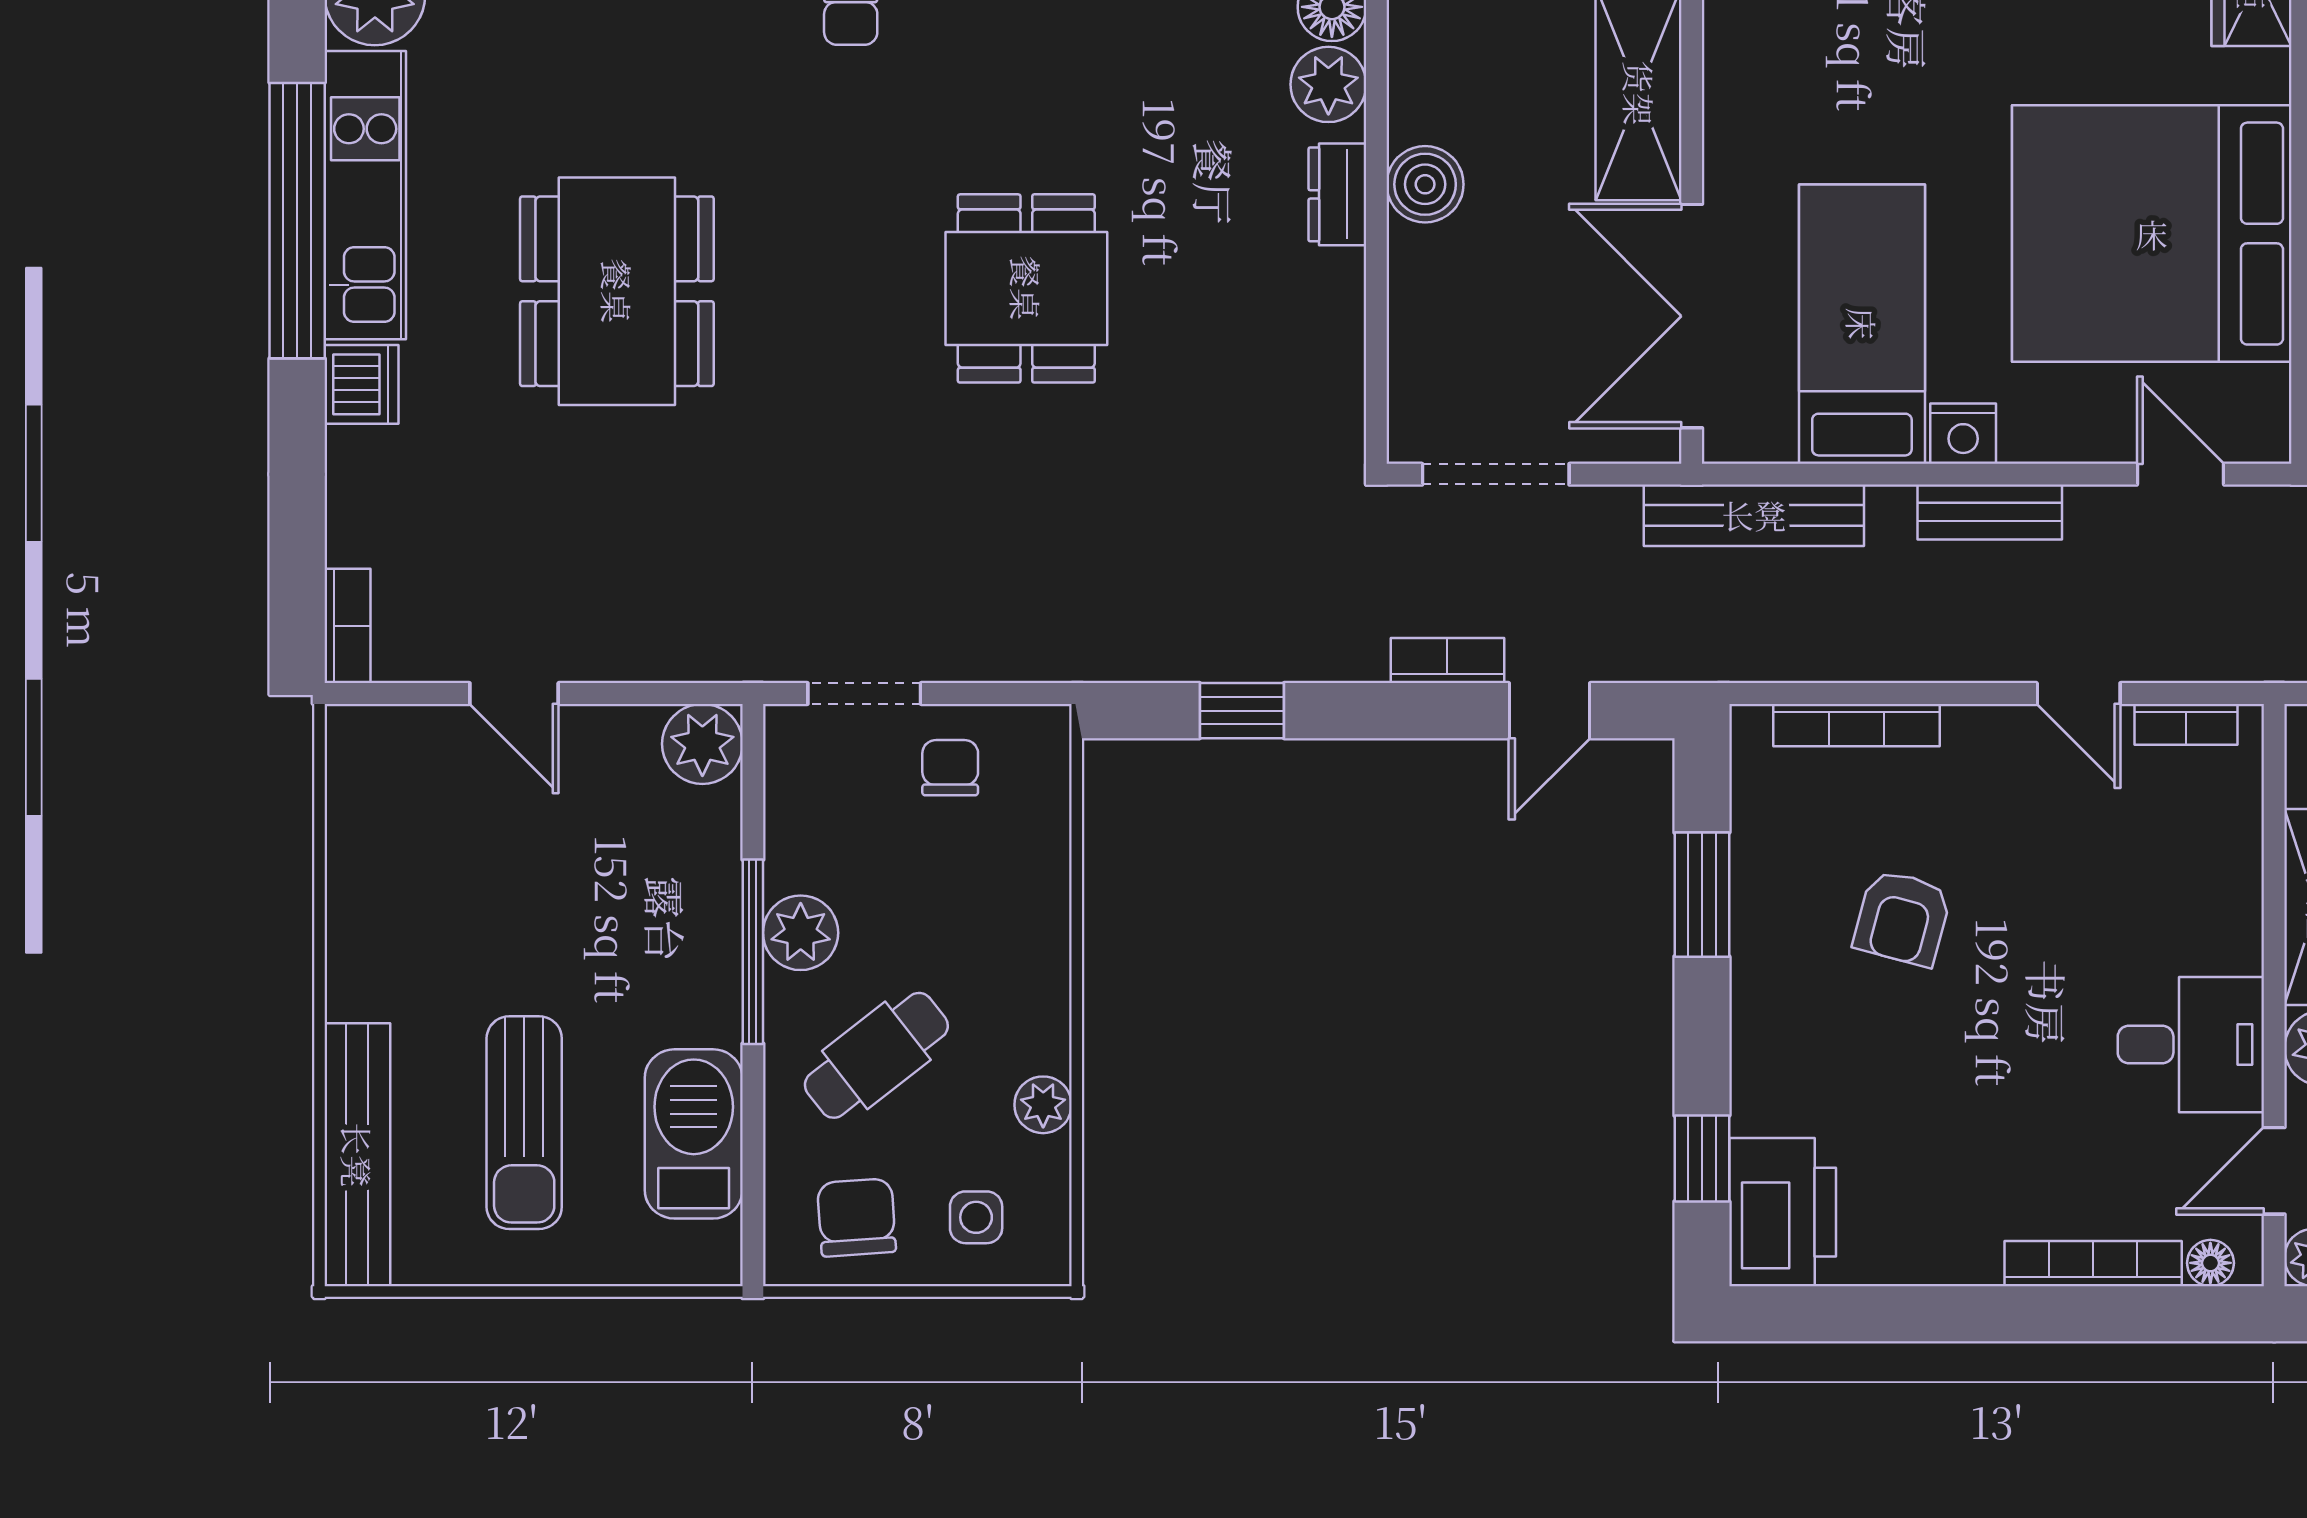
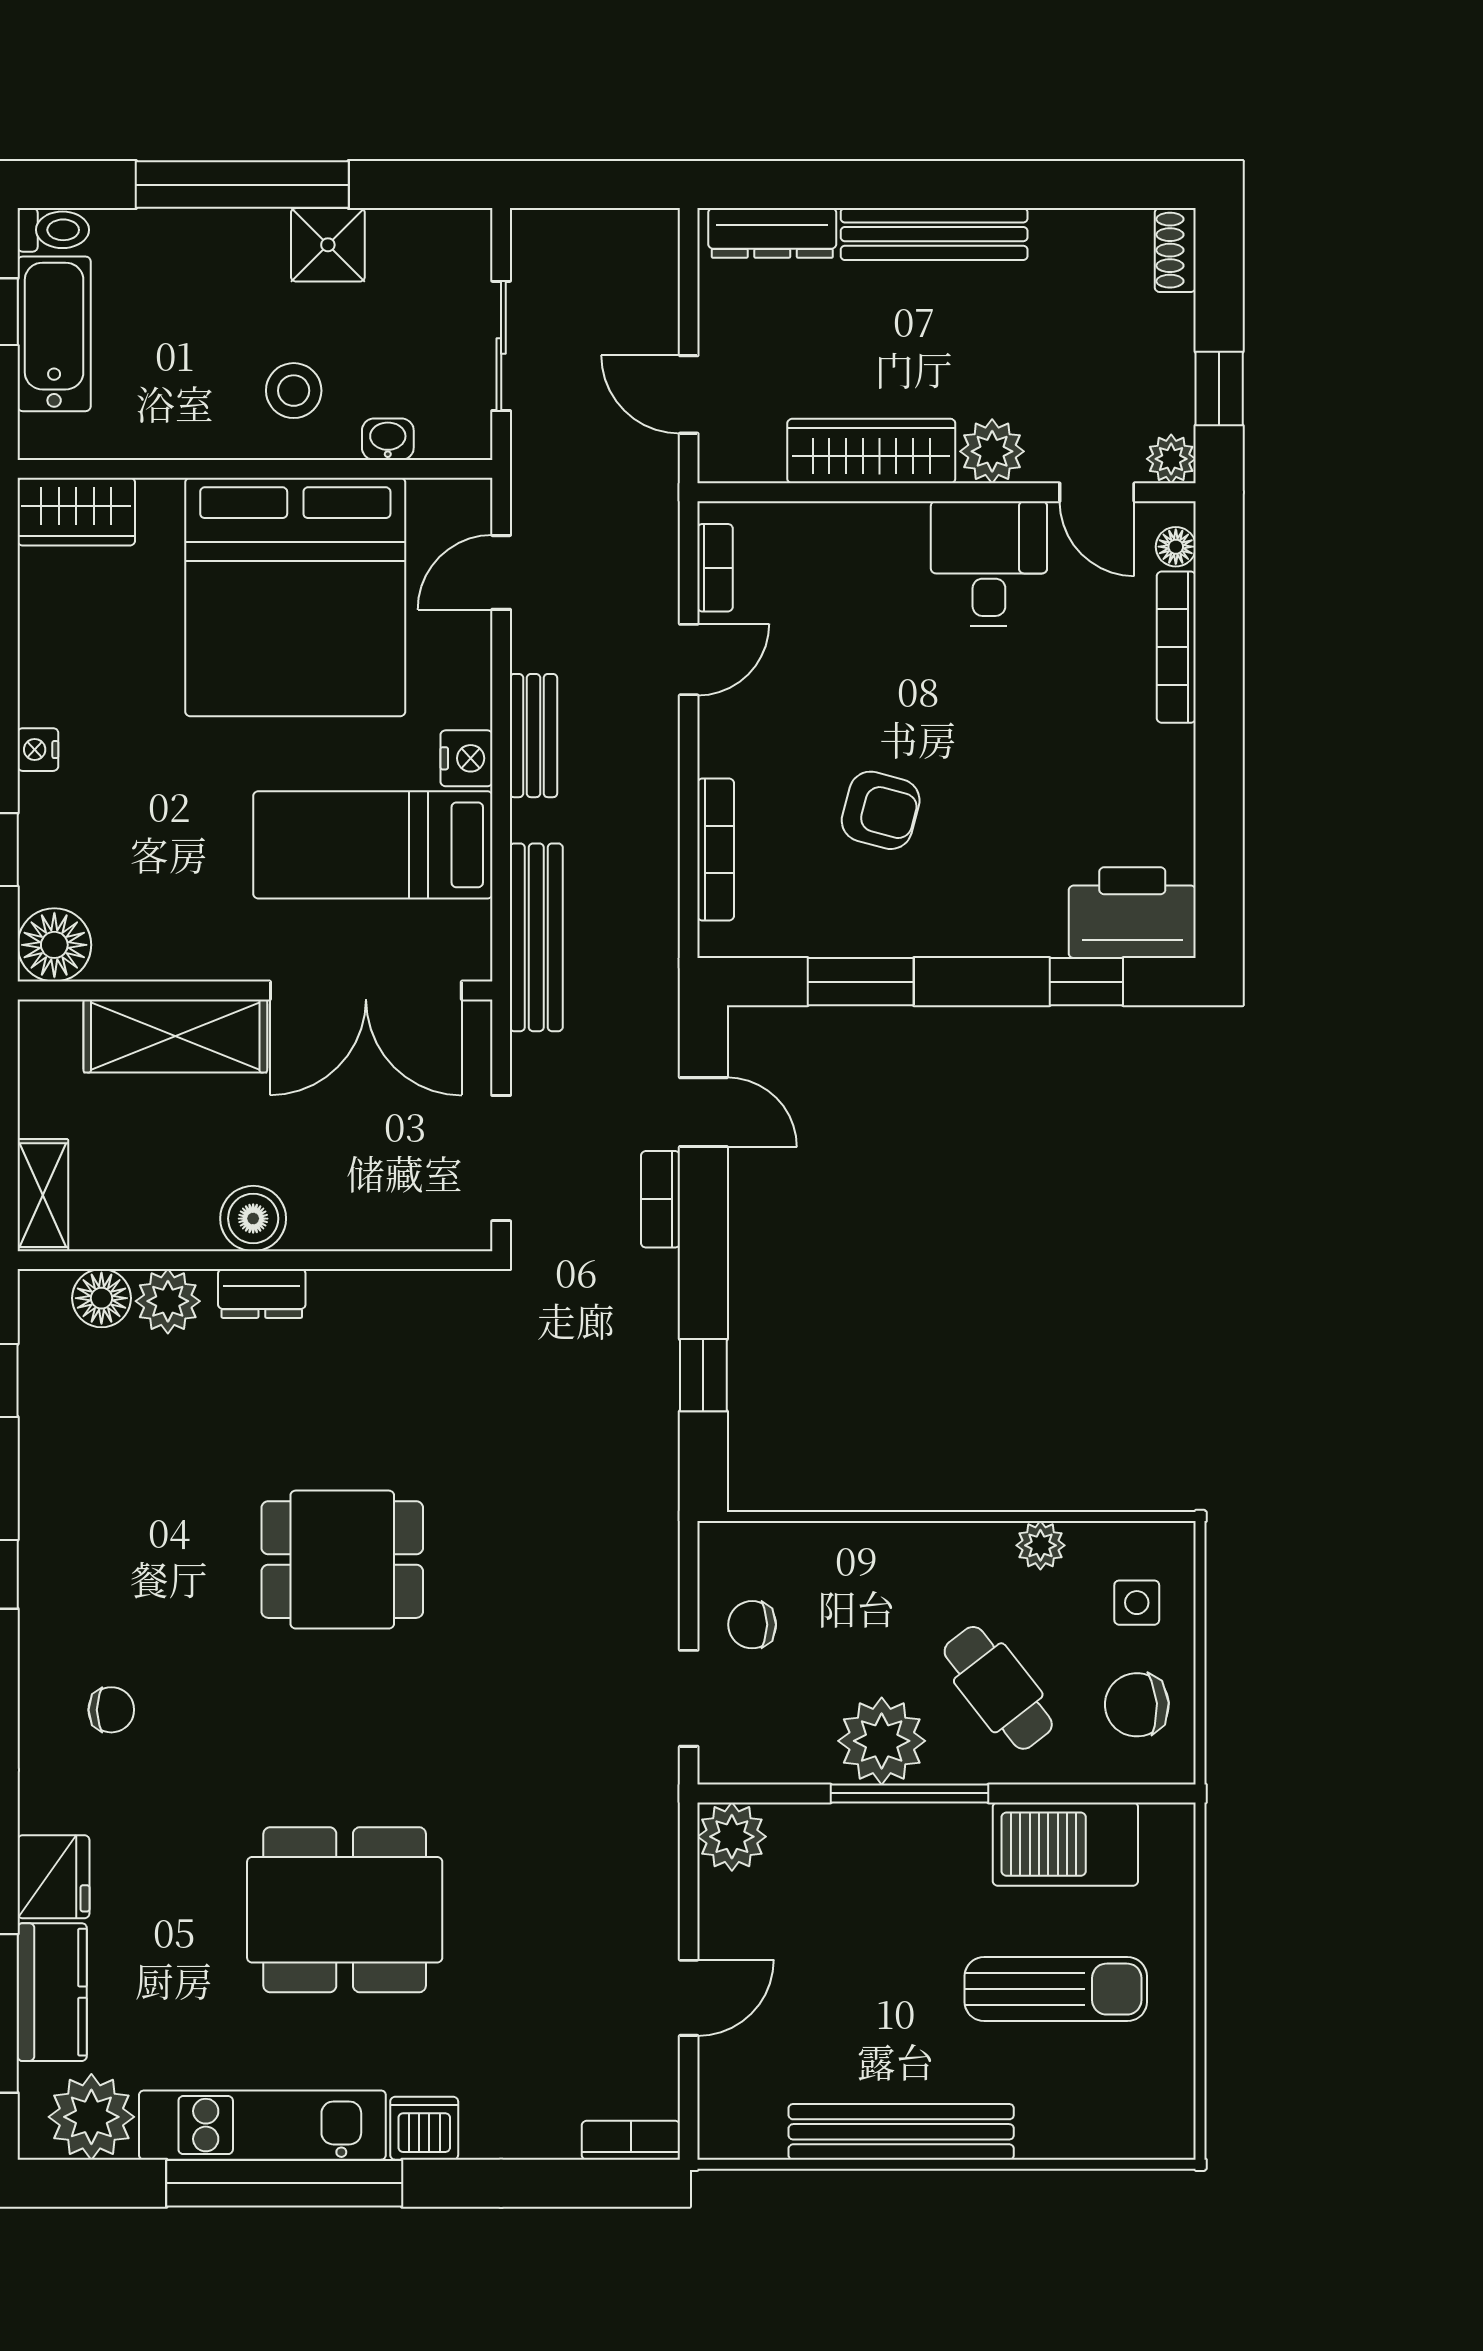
plant: (801, 933) -> (882, 1741), width x1.36, depth x1.36
bench: (357, 1155) -> (901, 2132), moved

